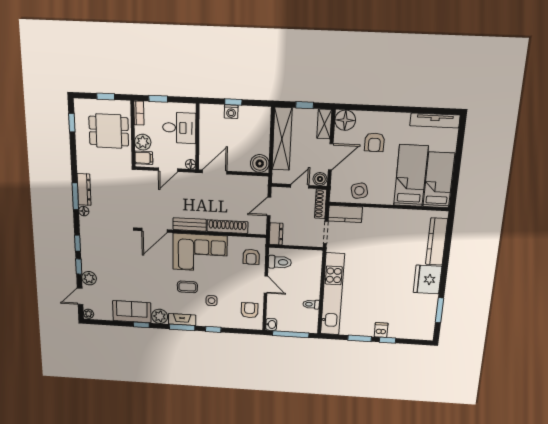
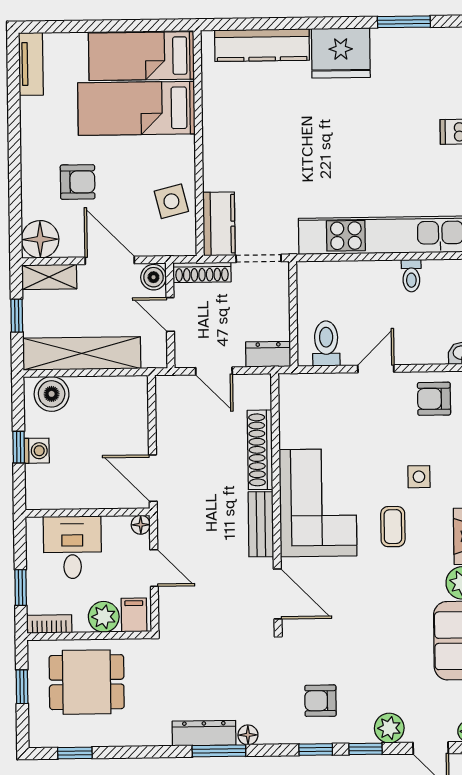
tv unit: (435, 120) -> (31, 64), width x0.71
dining table: (109, 131) -> (87, 682), turned 90
boiler: (260, 164) -> (52, 394), moved
armchair: (251, 257) -> (320, 701), moved, turned 180

